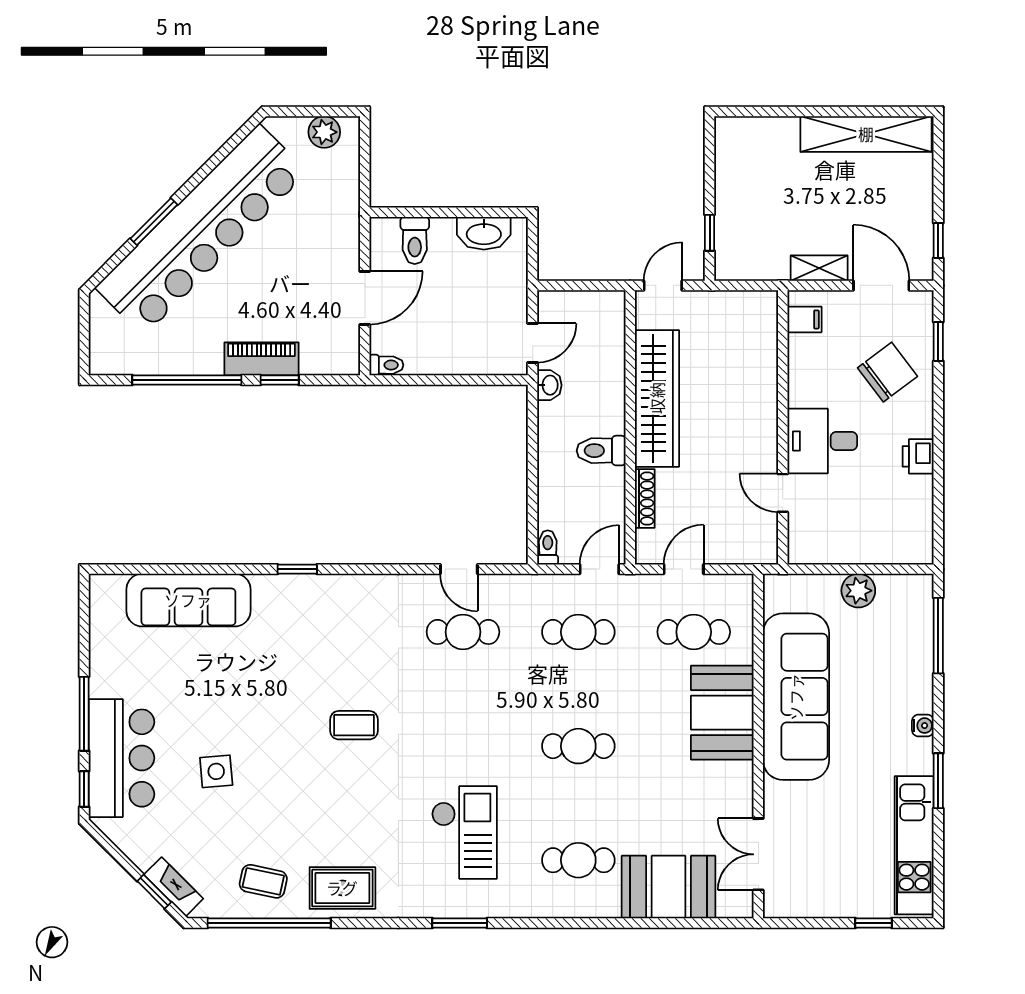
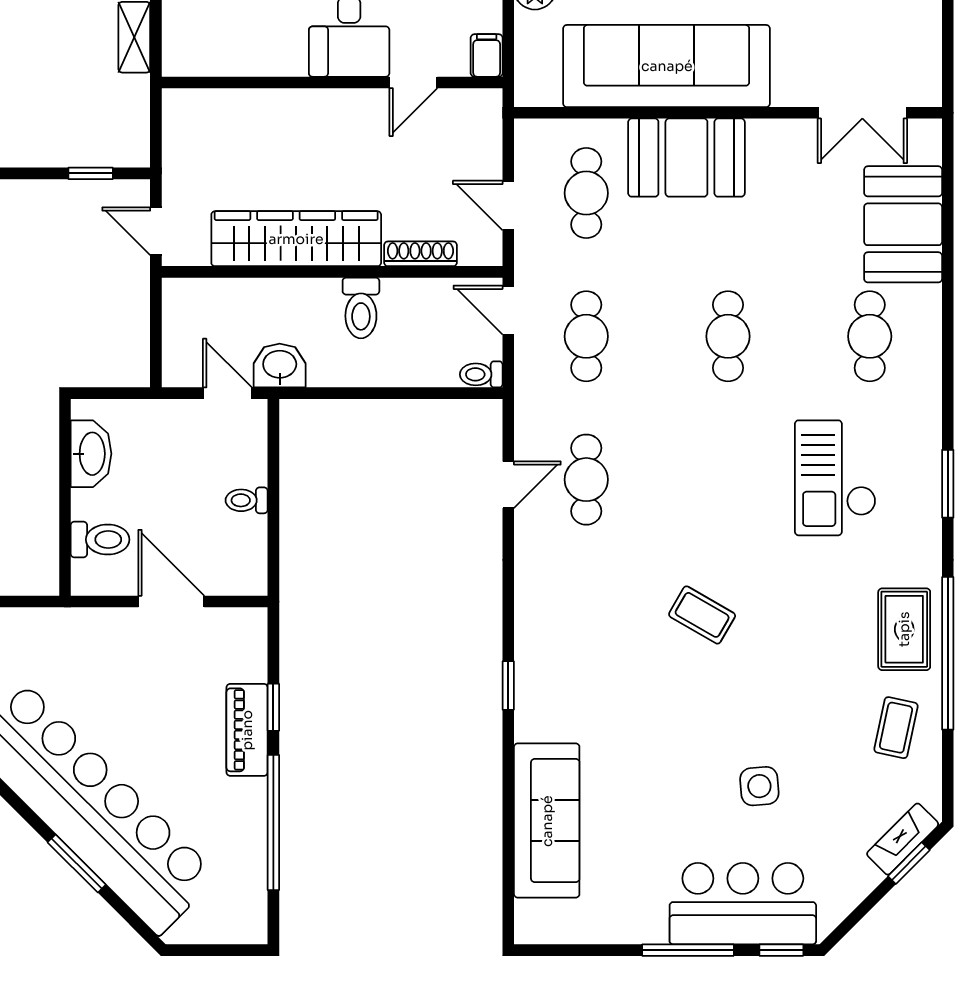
filing cabinet: (804, 319) -> (487, 56), moved
toilet: (386, 365) -> (247, 500), moved, turned -90
washbasin: (549, 385) -> (280, 366), width x1.38, depth x1.45
coffee table: (354, 725) -> (702, 615), turned -60
checkout: (464, 833) -> (835, 478), turned -90
window: (269, 923) -> (948, 653), moved

